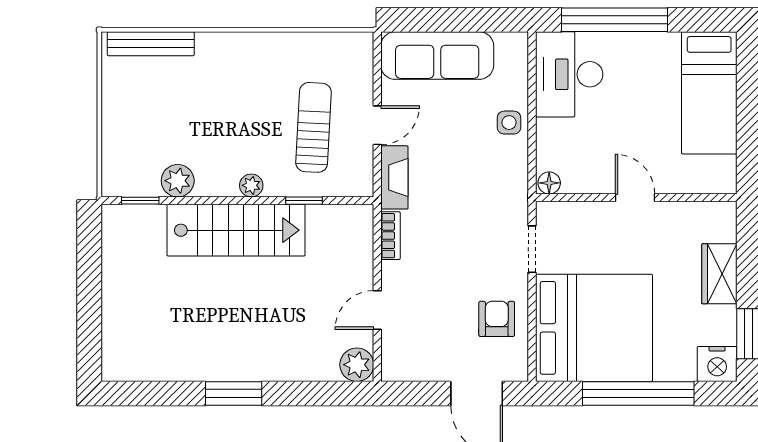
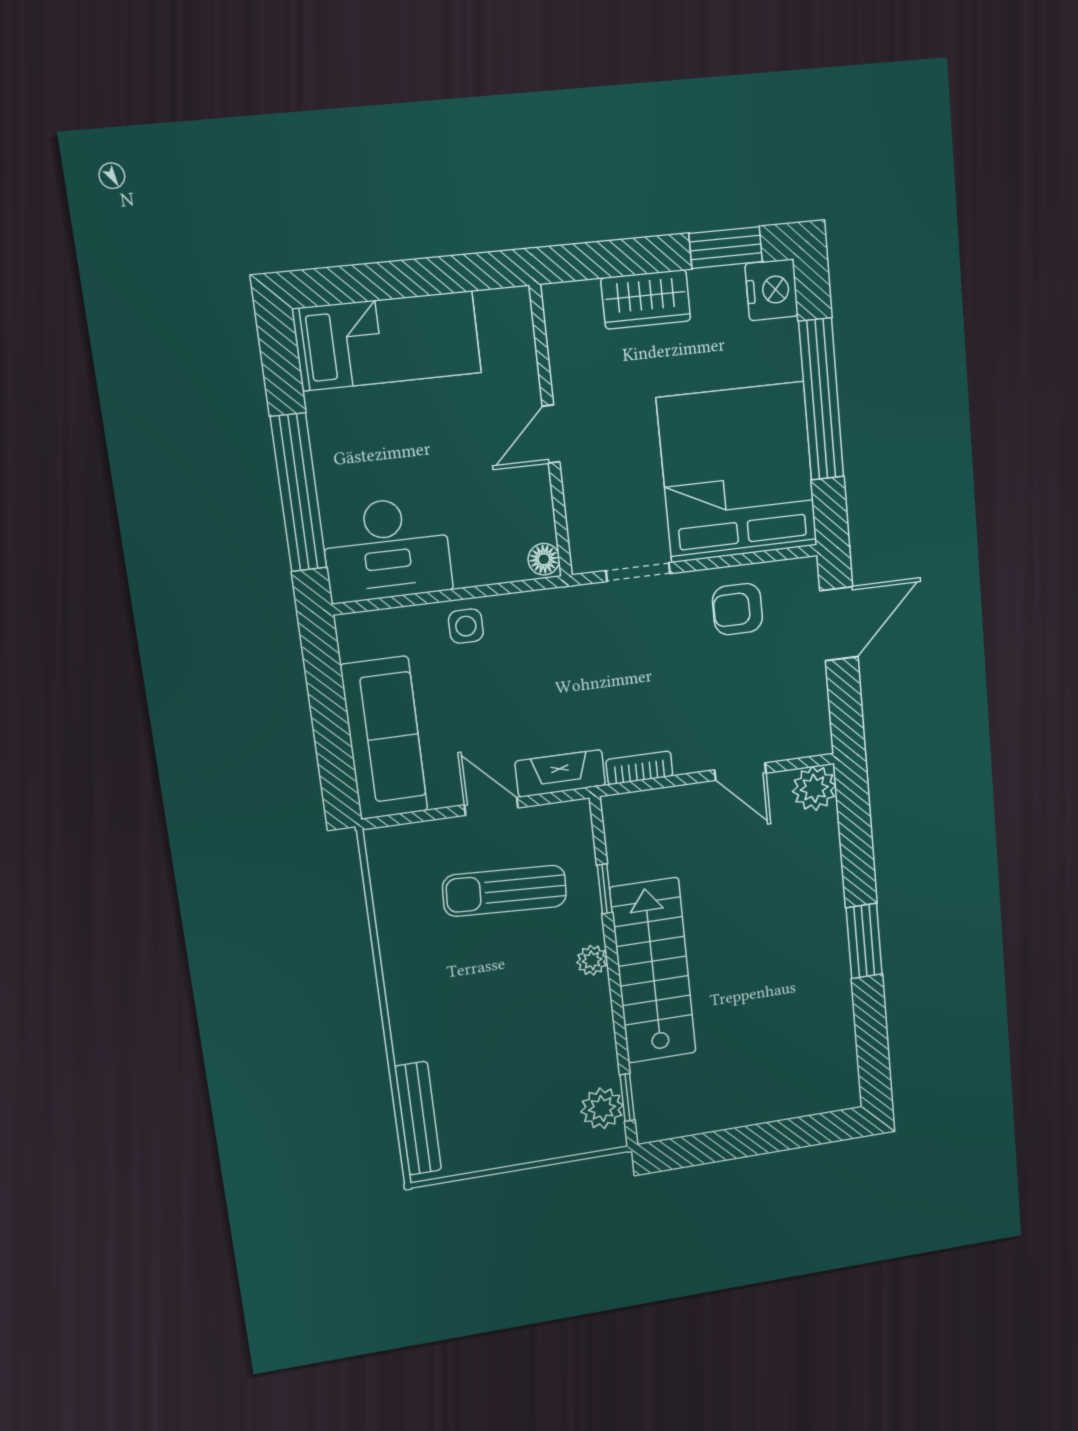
plant: (178, 181) -> (602, 1108), moved

